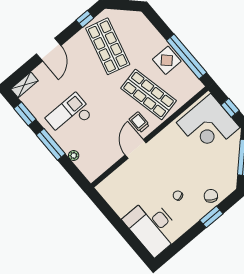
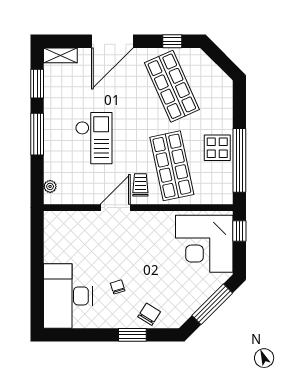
shop shelf: (108, 46) -> (172, 86), turned -39
door: (49, 50) -> (112, 41), width x1.36
window: (230, 108) -> (239, 231), moved
checkout: (69, 116) -> (94, 138), moved, turned 90
plant: (74, 155) -> (50, 186), moved

